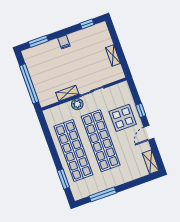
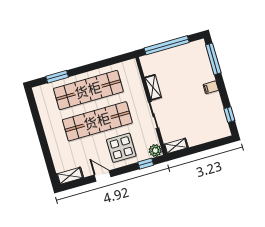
window: (38, 41) -> (213, 59), width x1.44
shelving: (113, 55) -> (176, 146), moved
plant: (77, 104) -> (155, 151), moved
window: (141, 110) -> (146, 164), moved
window: (103, 194) -> (37, 120), removed

